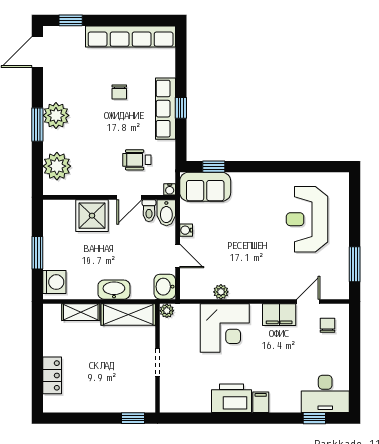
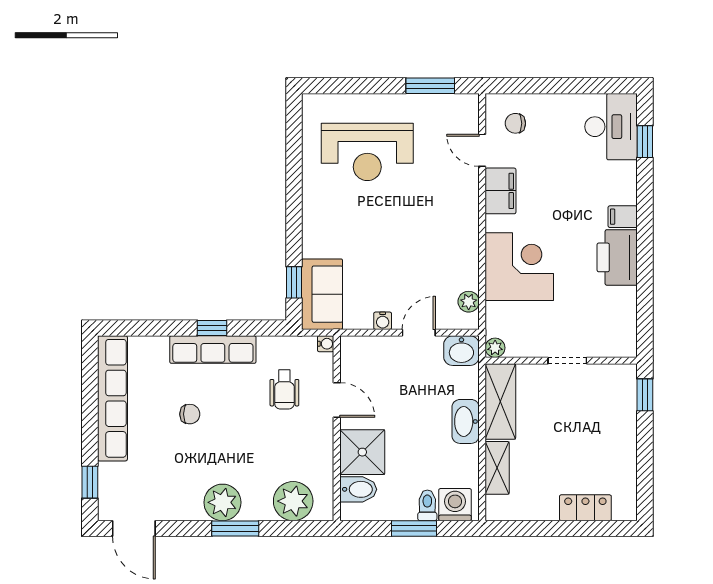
toilet: (149, 211) -> (427, 505), moved, turned -90
bidet: (166, 213) -> (358, 489), moved
plant: (221, 292) -> (469, 302), moved

